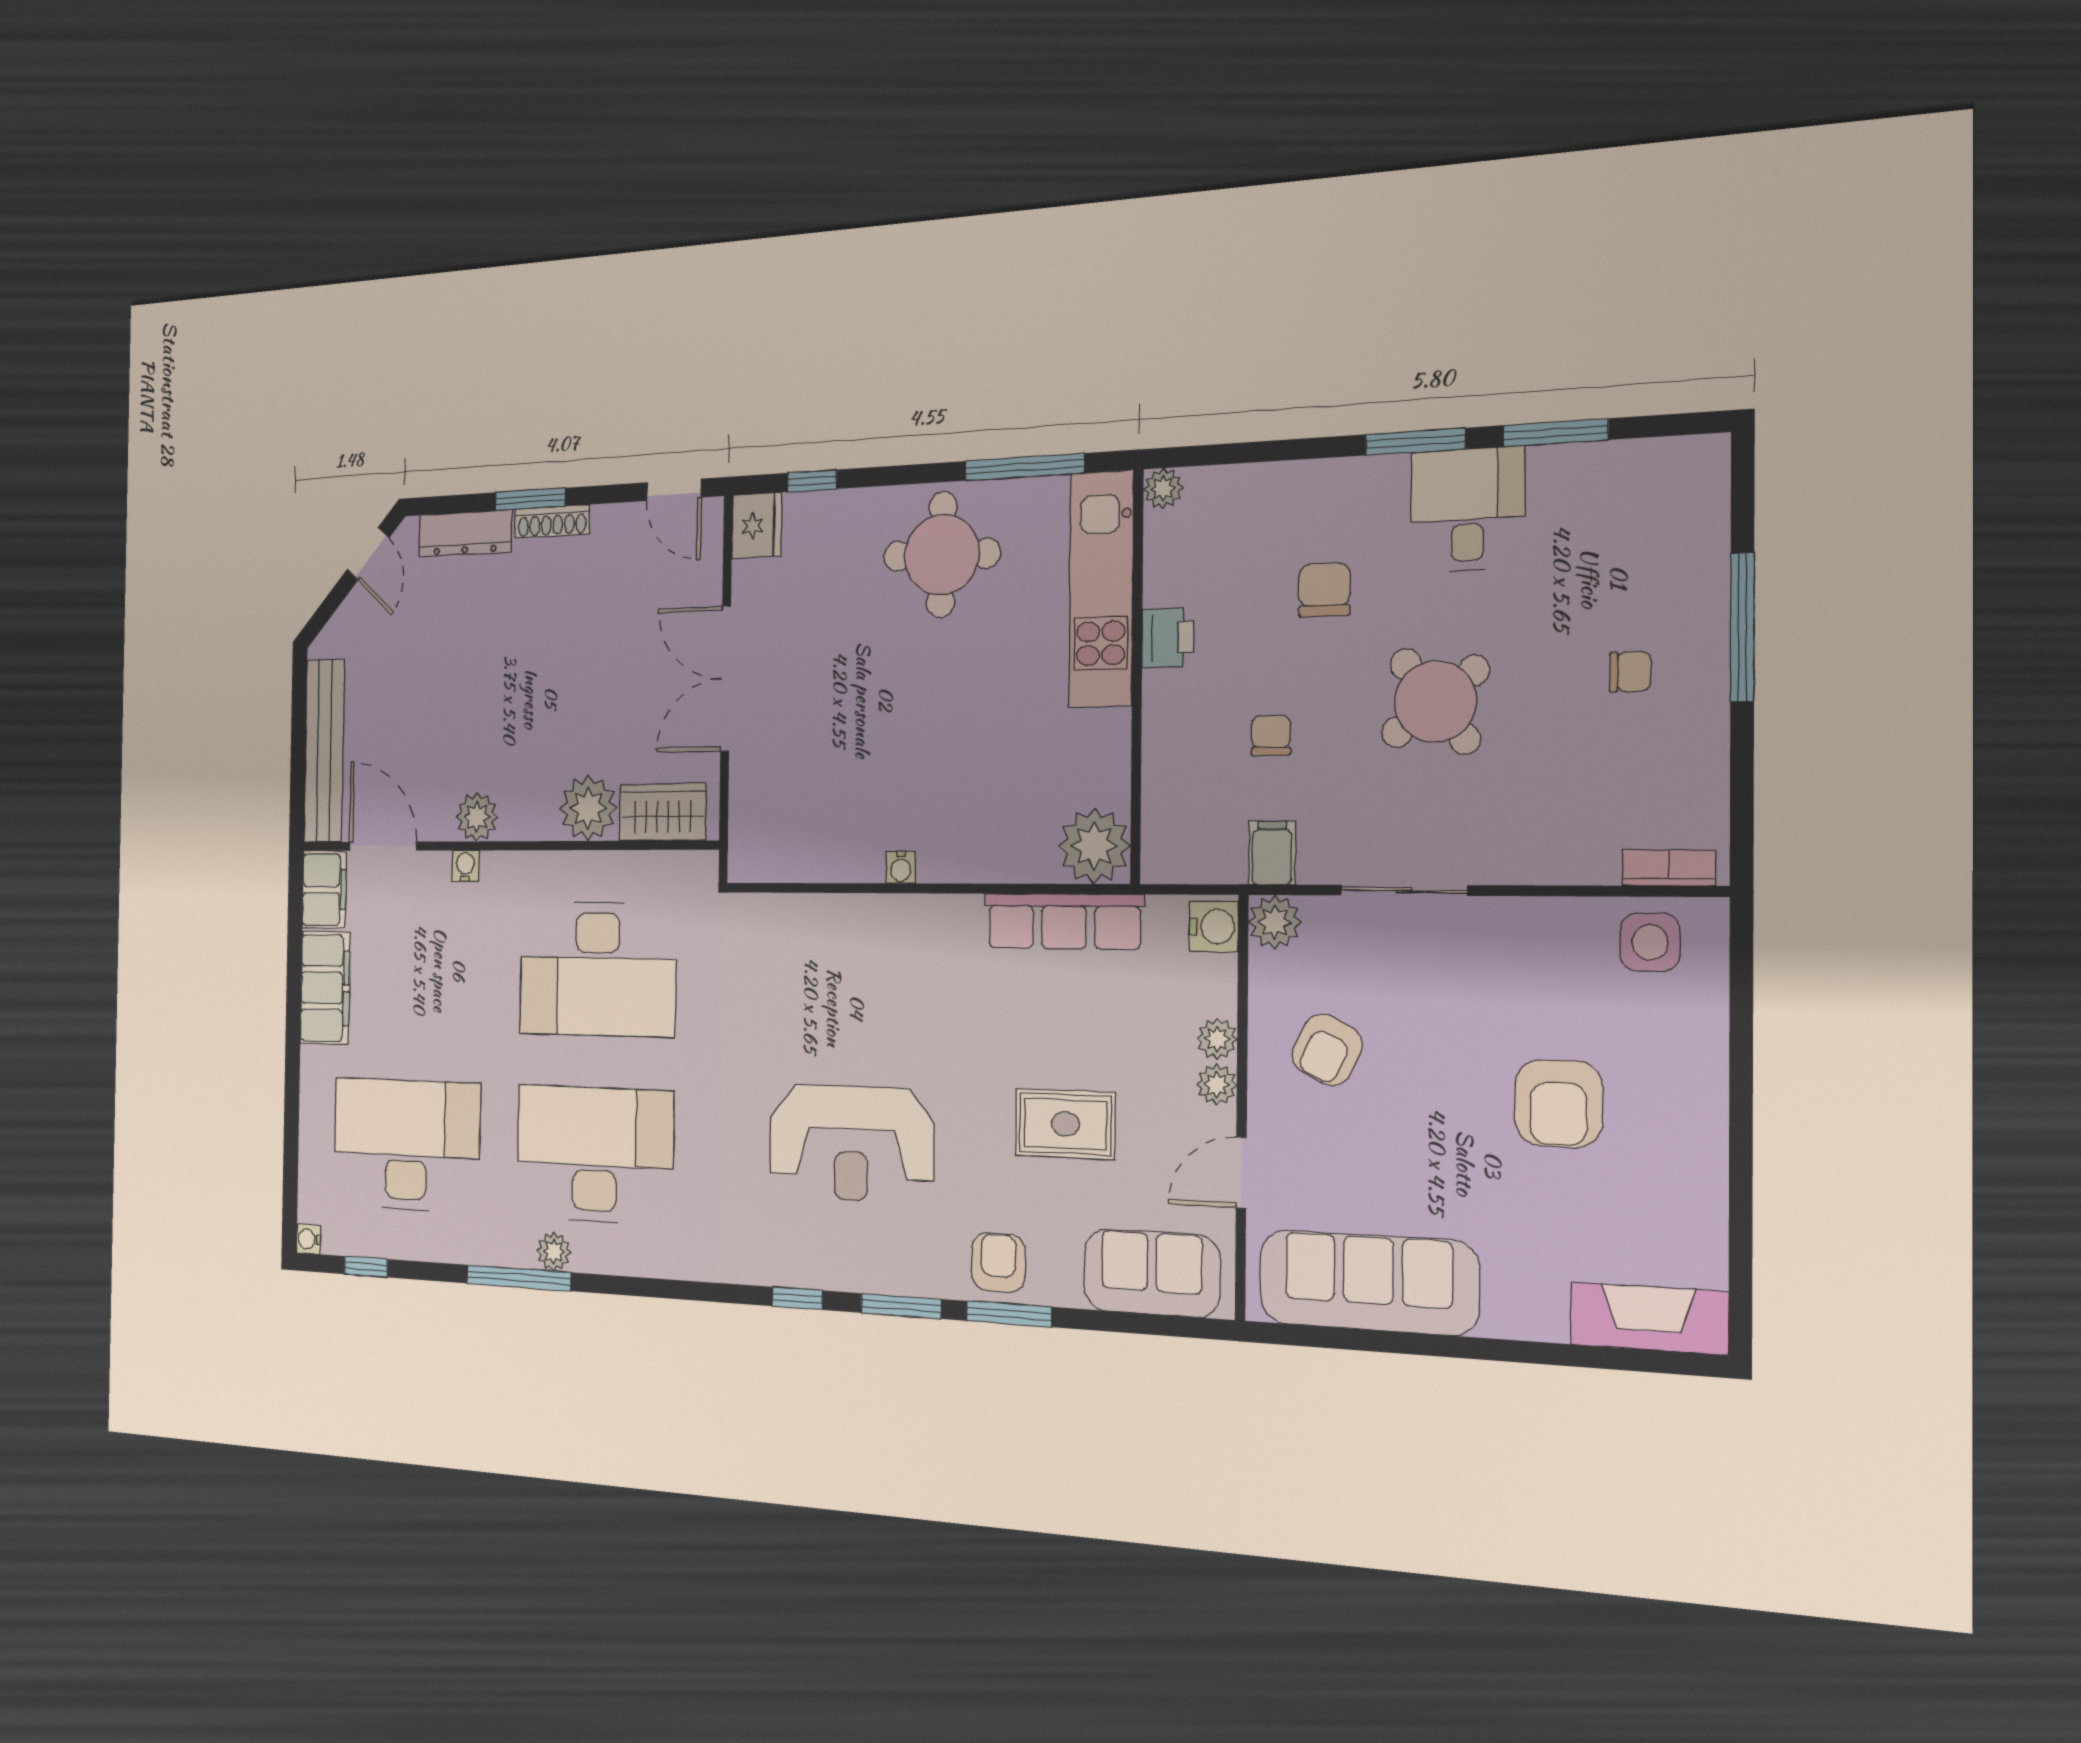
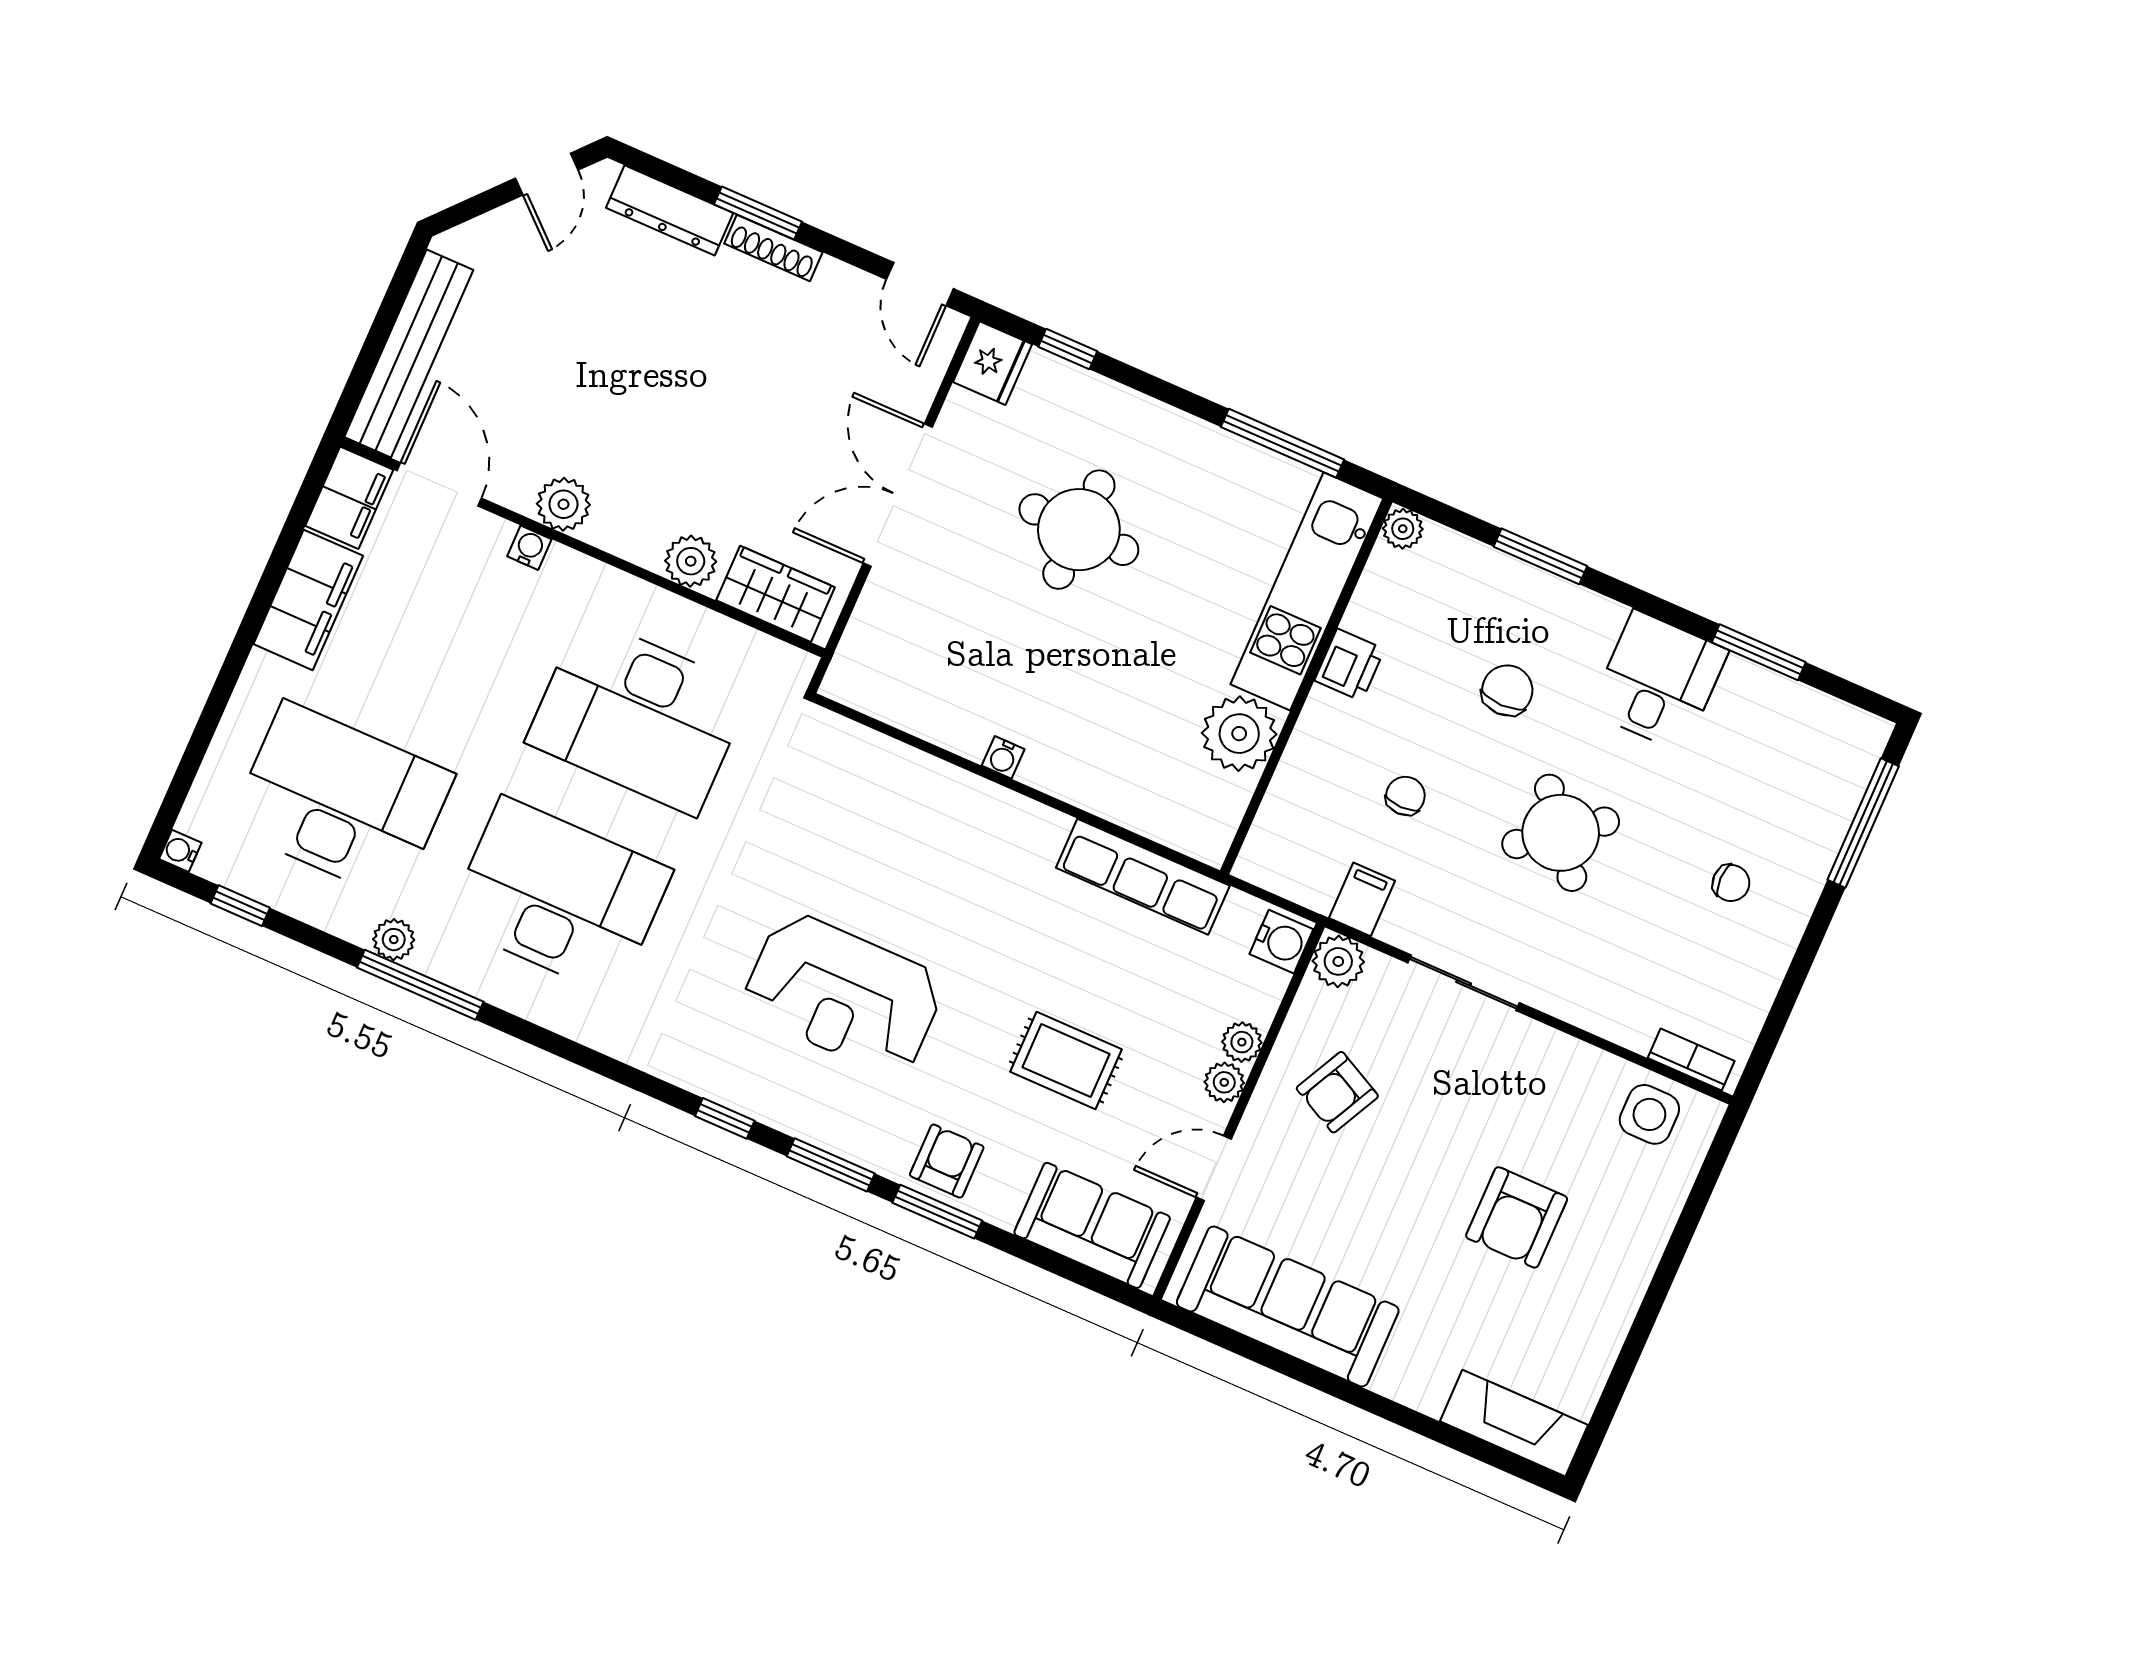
window: (1415, 442) -> (1540, 556), moved
round table: (942, 555) -> (1079, 530), moved
window: (1742, 627) -> (1863, 823), moved
plant: (588, 808) -> (691, 561), width x0.73, depth x0.73
plant: (1094, 846) -> (1239, 734), moved
plant: (554, 1252) -> (394, 940), moved

